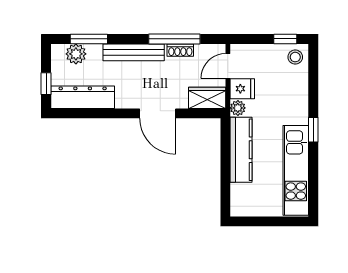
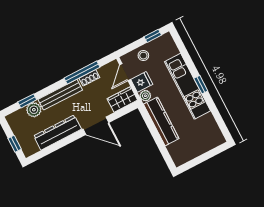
window: (89, 39) -> (27, 101), width x0.67
plant: (76, 54) -> (34, 110), moved
stool: (295, 57) -> (143, 56), moved
dresser: (83, 97) -> (58, 133), moved
kitchen unit: (296, 170) -> (187, 86), moved

